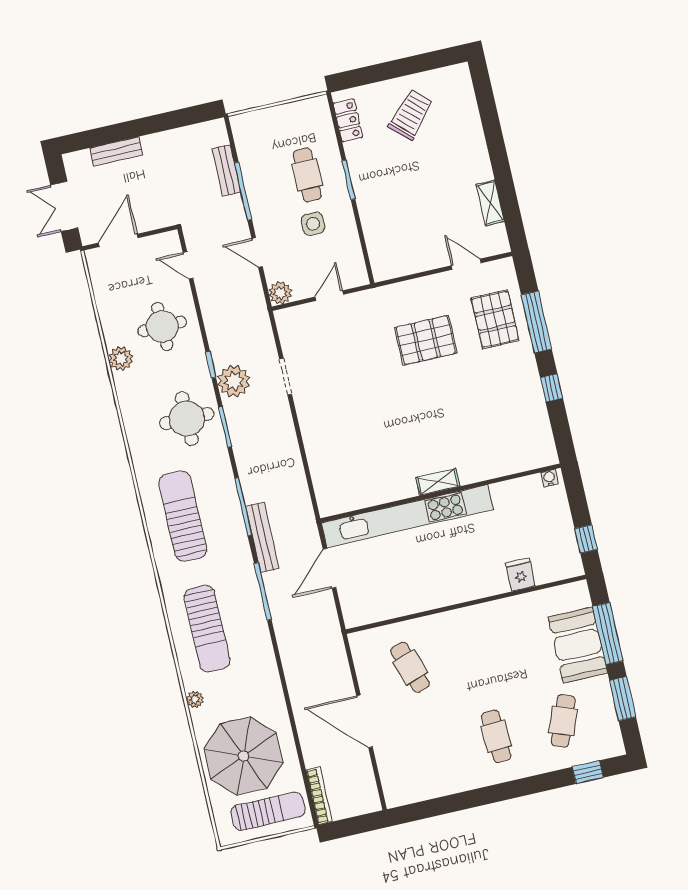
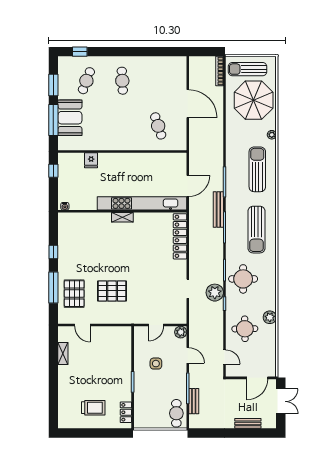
trolley: (411, 115) -> (93, 408), turned -133
cafe table: (307, 175) -> (176, 413), moved
locker: (322, 471) -> (180, 236), added

